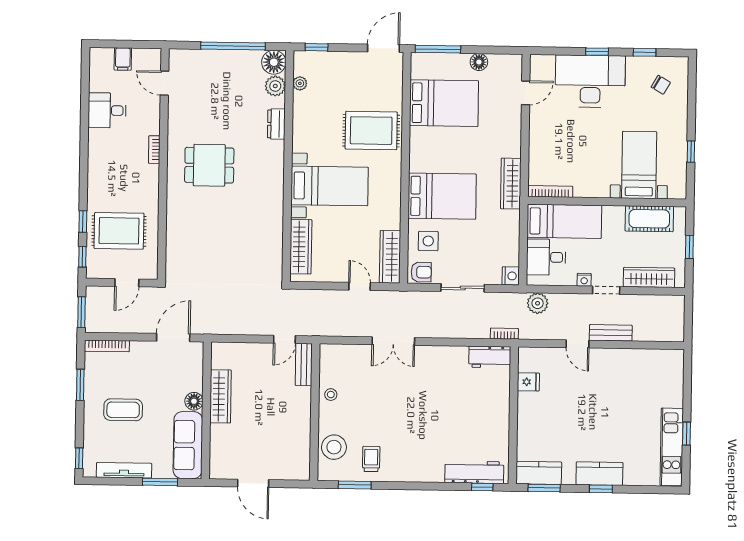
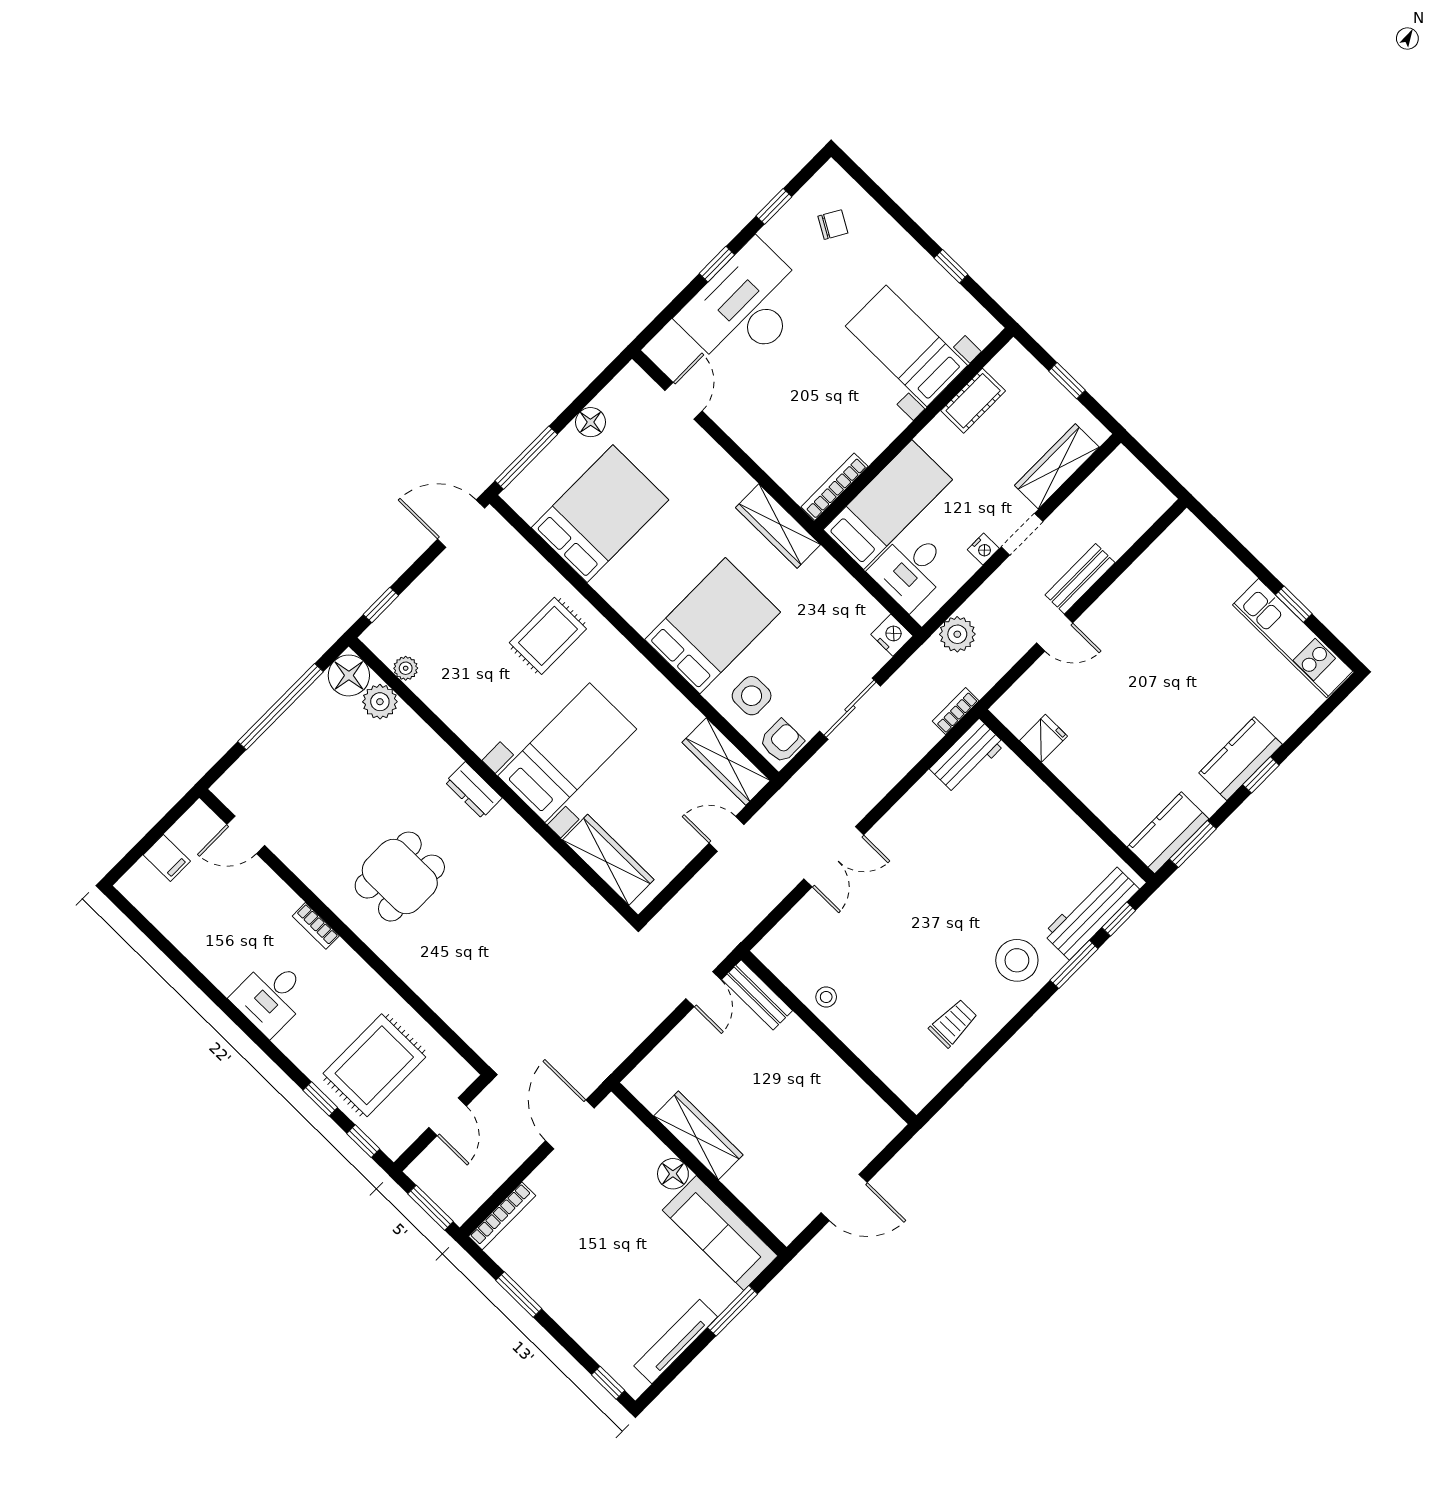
door: (384, 48) -> (461, 524), hinge flipped
desk: (107, 110) -> (271, 997), moved
dresser: (276, 124) -> (474, 790), moved
rug: (371, 131) -> (548, 636), width x0.73, depth x0.70
cot: (649, 219) -> (973, 401), width x0.73, depth x0.75
coffee table: (123, 410) -> (600, 1271), removed
stool: (334, 447) -> (1017, 960), moved
trolley: (371, 459) -> (953, 1023), turned 90
window: (355, 485) -> (1074, 964), moved

